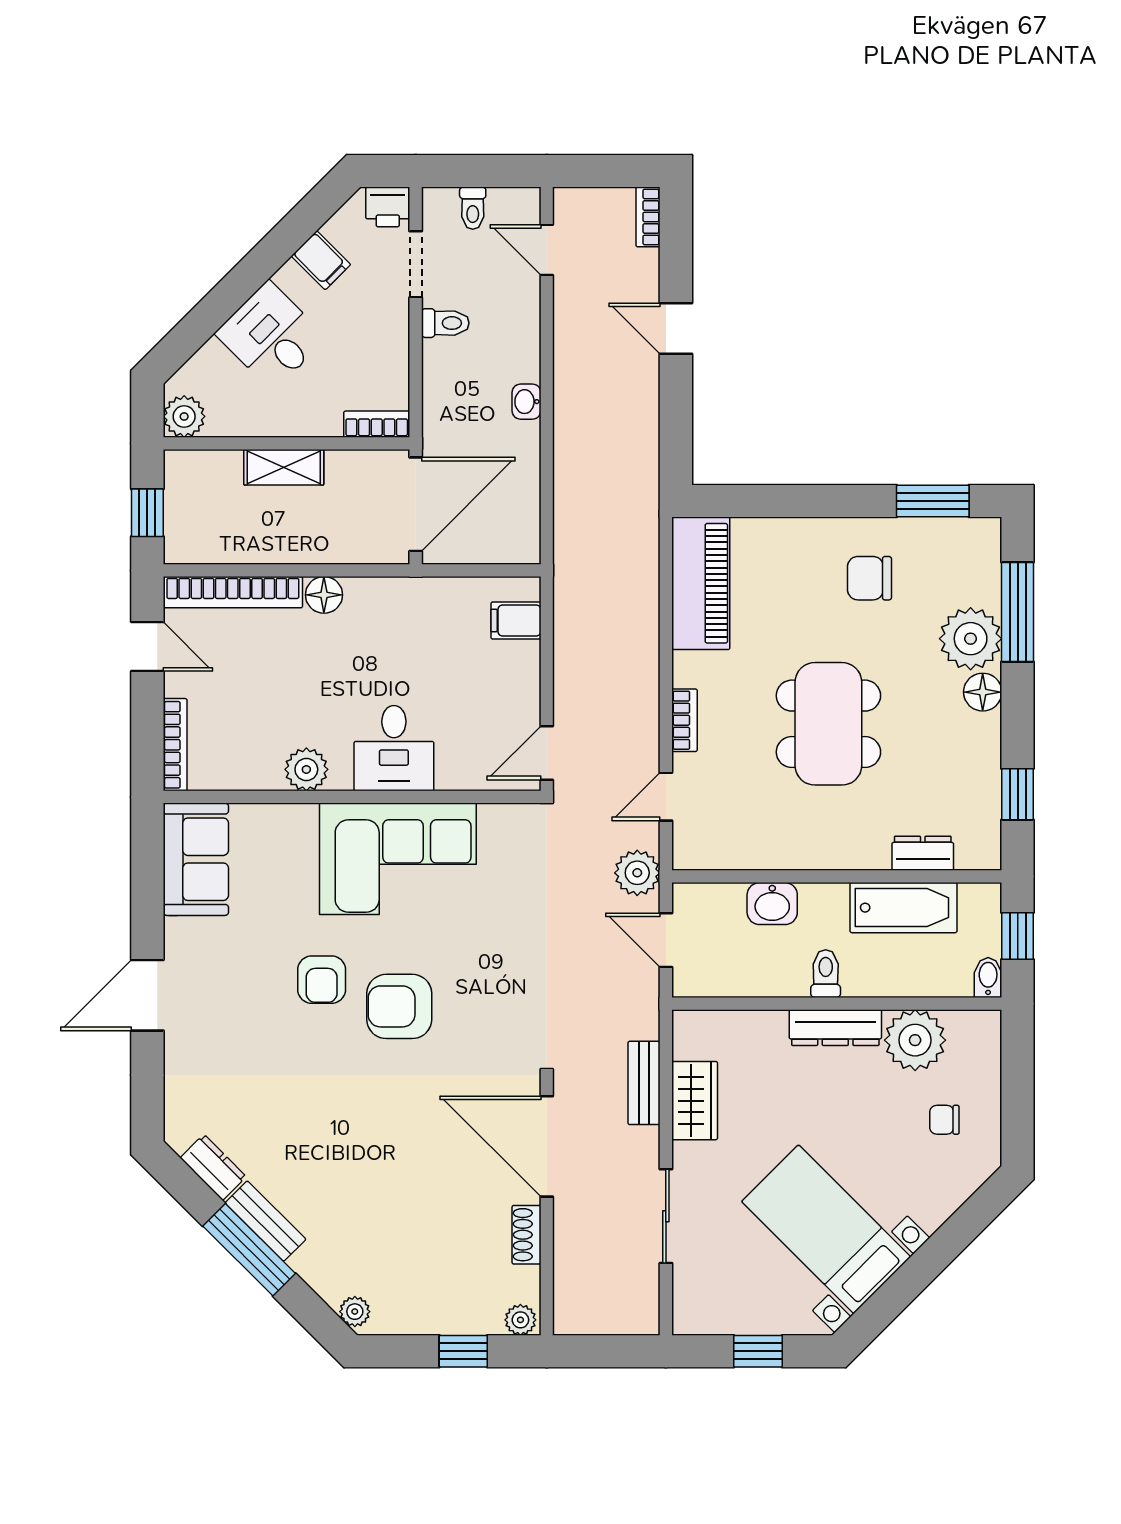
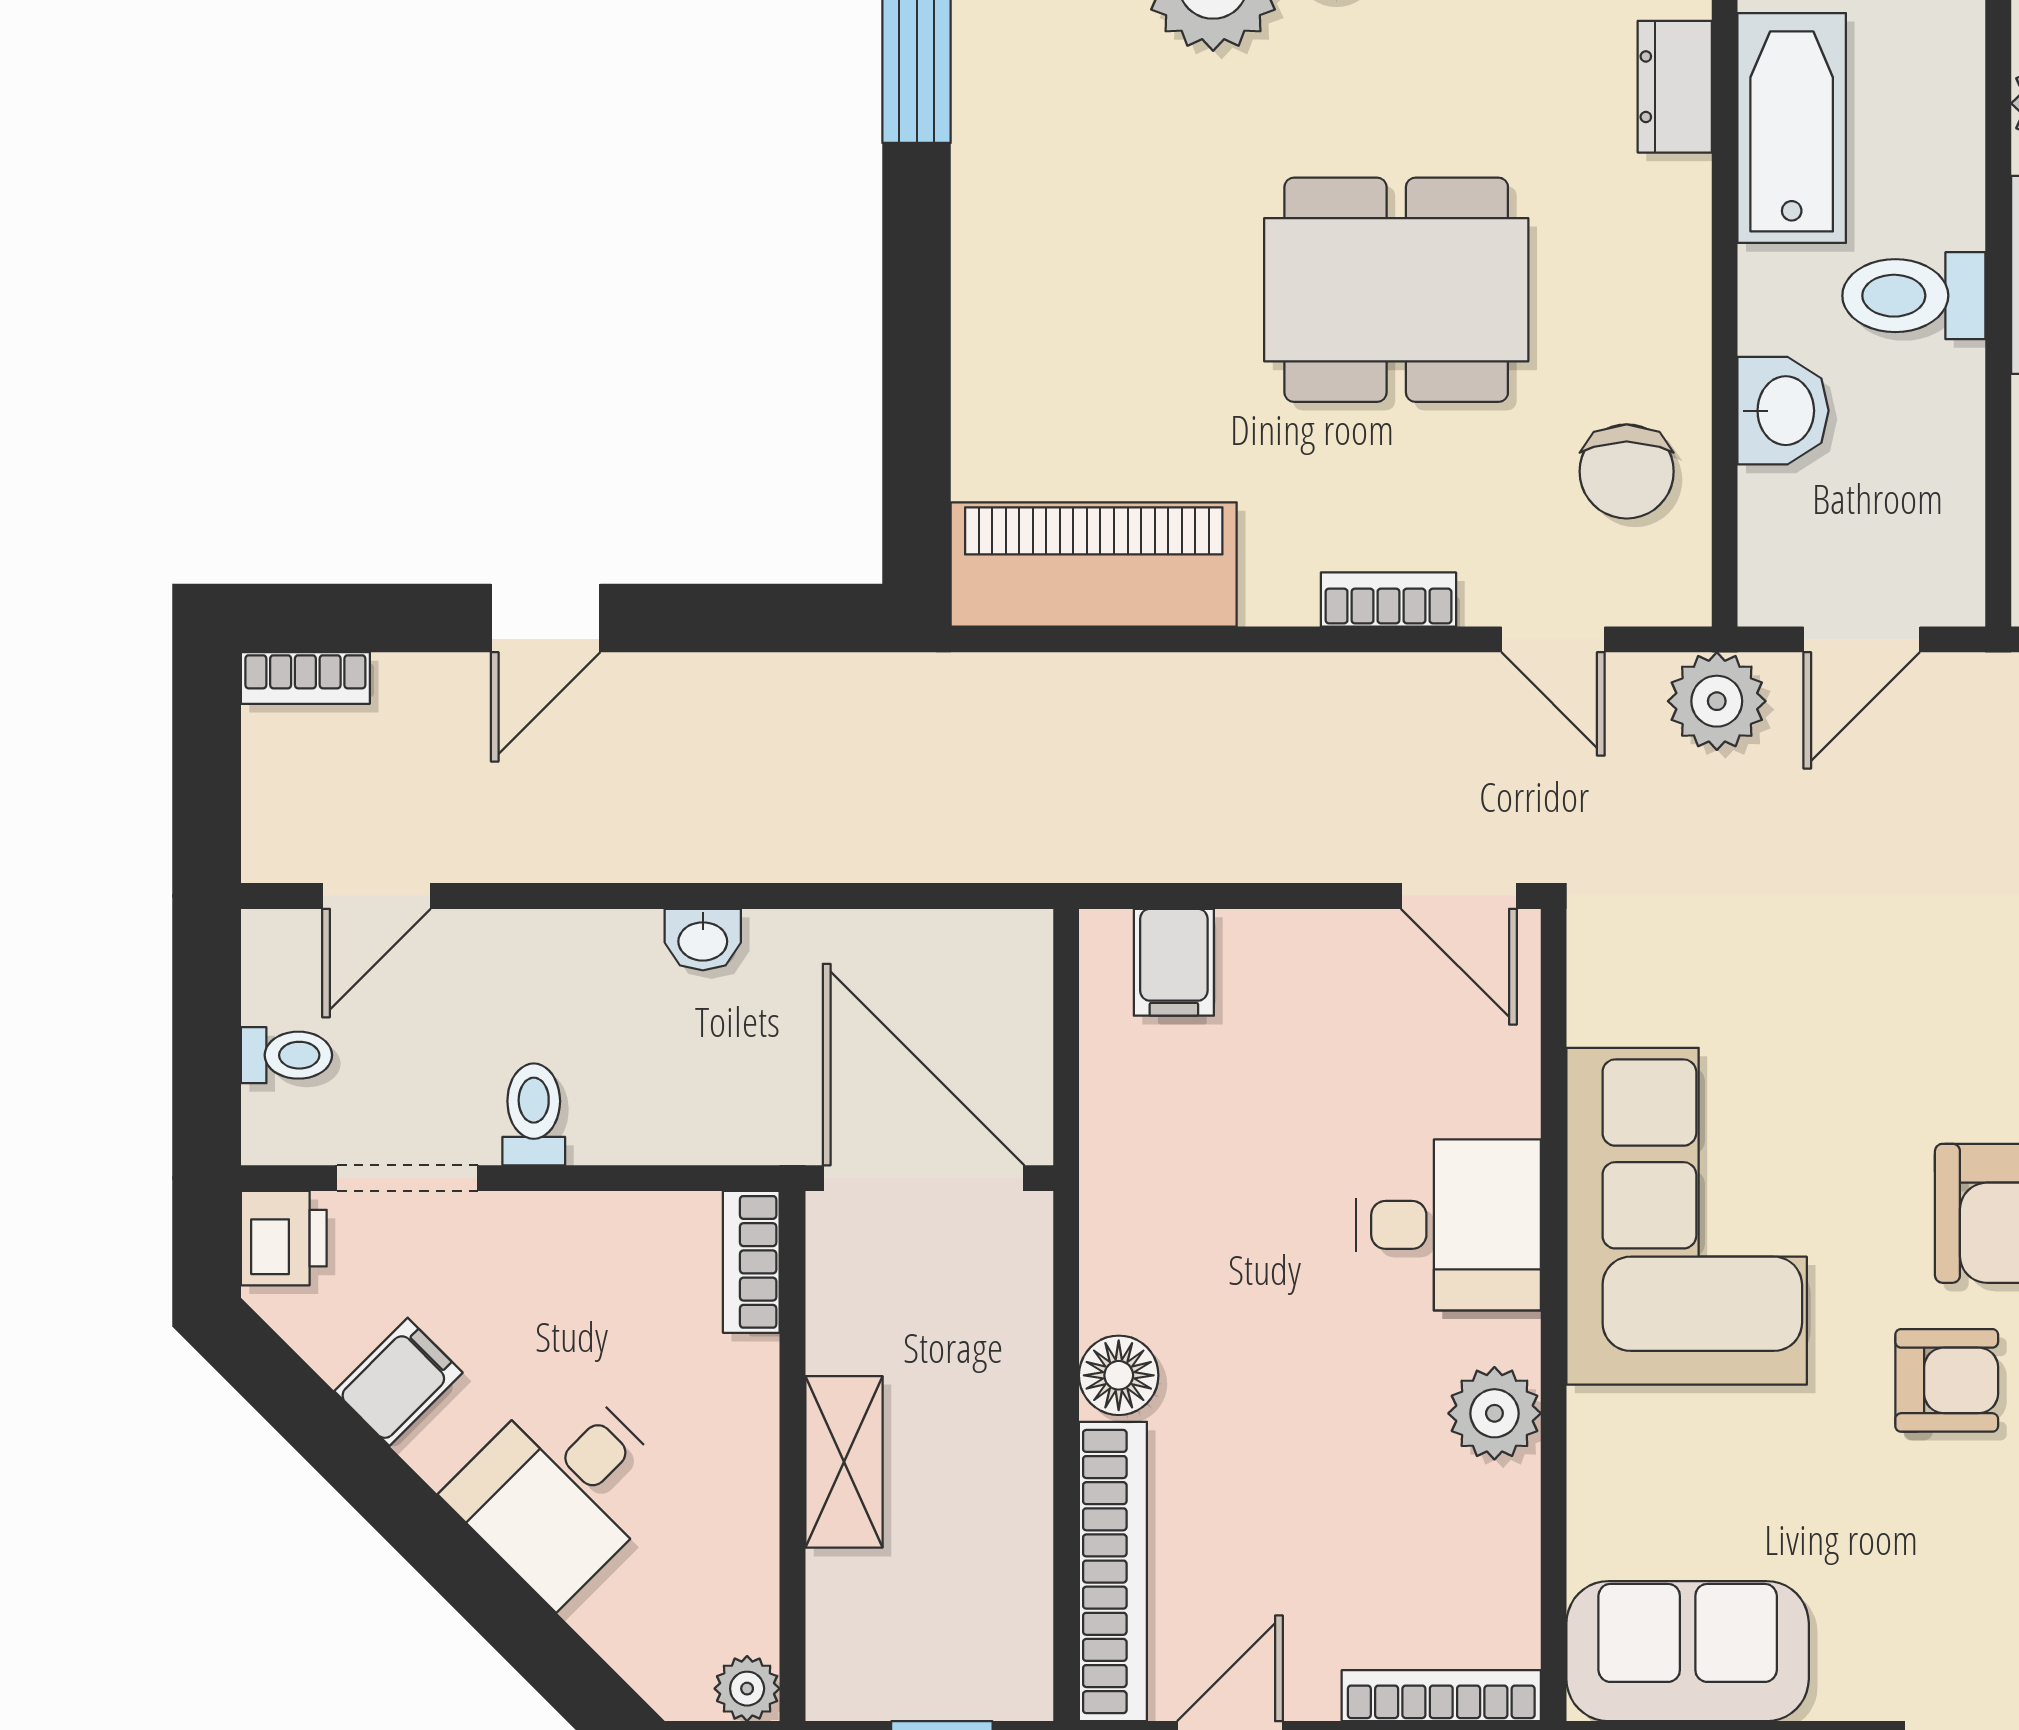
plant: (184, 416) -> (747, 1689), width x0.73, depth x0.73
chair: (869, 578) -> (1627, 471), moved
toilet: (826, 974) -> (1914, 296), width x1.37, depth x1.39

